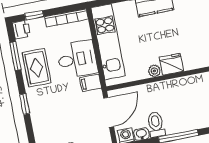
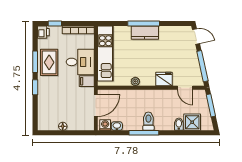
window: (15, 56) -> (35, 62), moved
fridge: (171, 64) -> (164, 79), moved
toilet: (156, 125) -> (148, 121), moved

